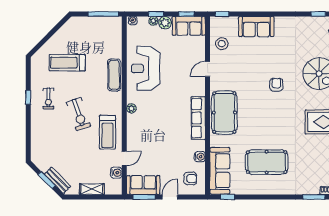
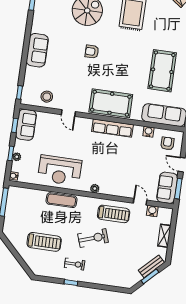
plant: (165, 23) -> (20, 146), removed
sofa: (256, 27) -> (37, 50), moved
treadmill: (67, 63) -> (44, 242), turned -90

